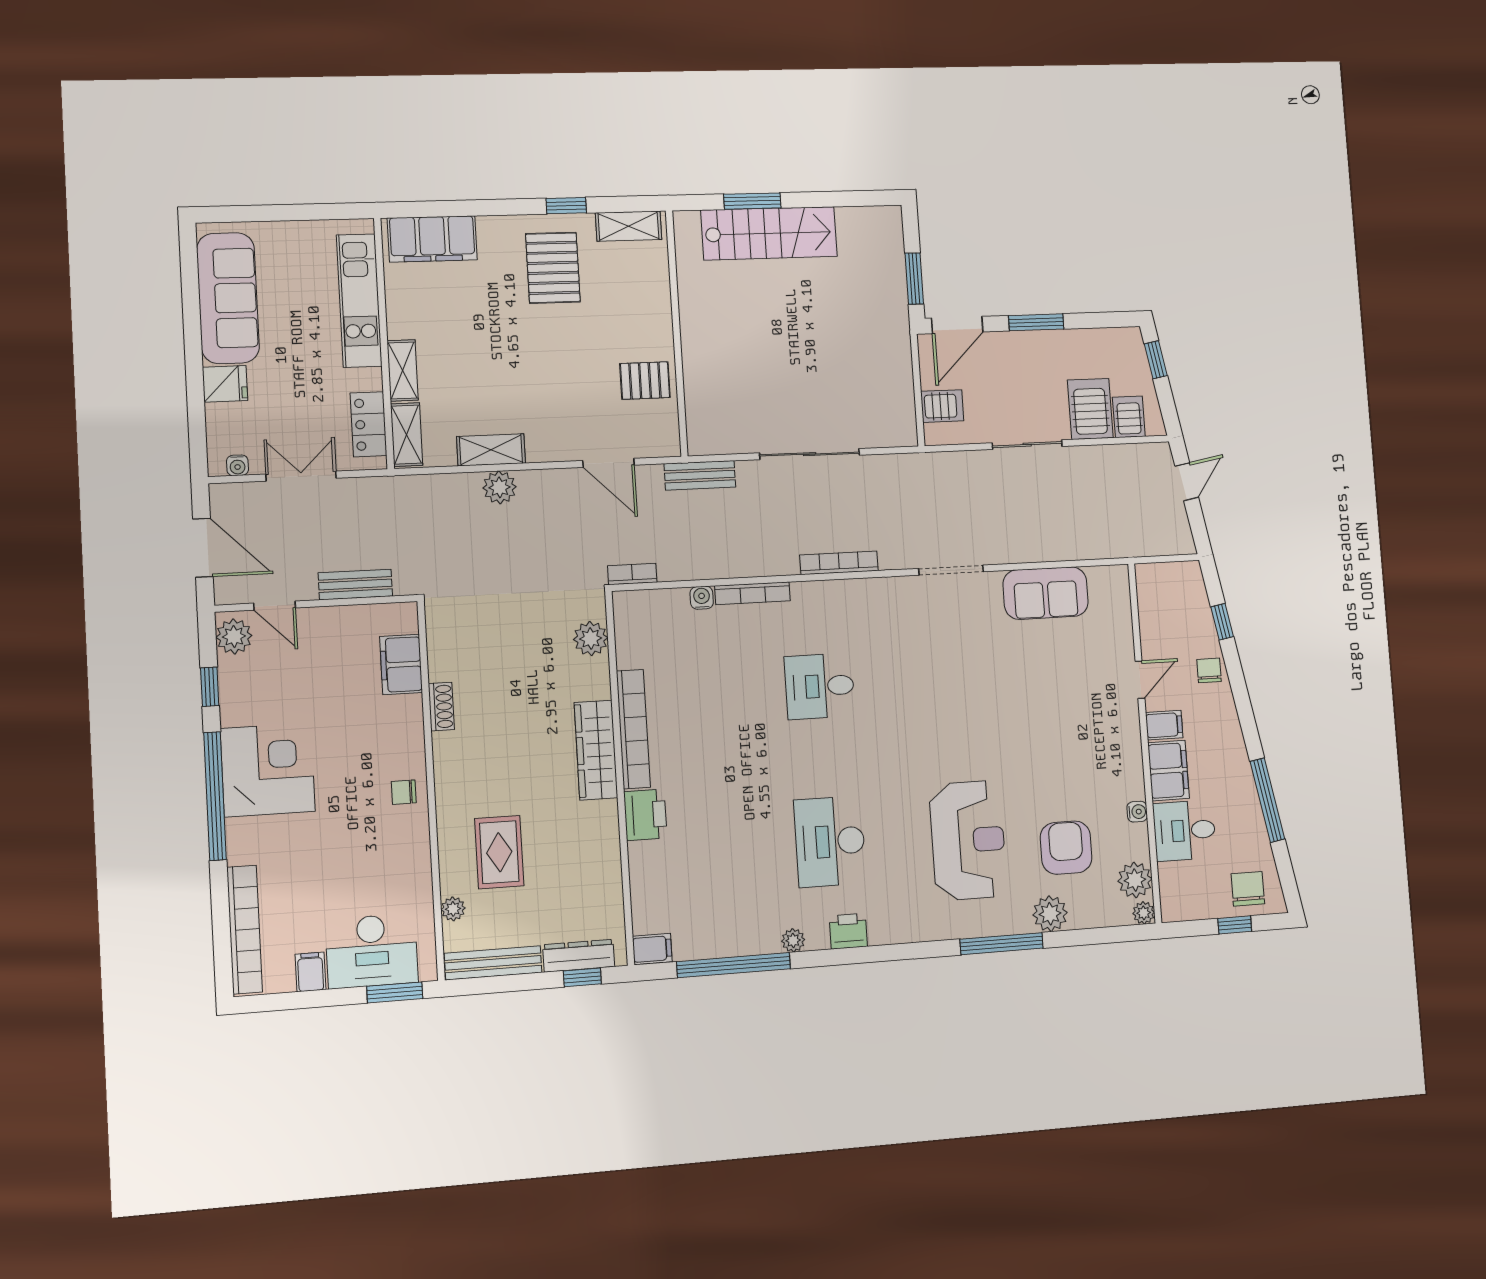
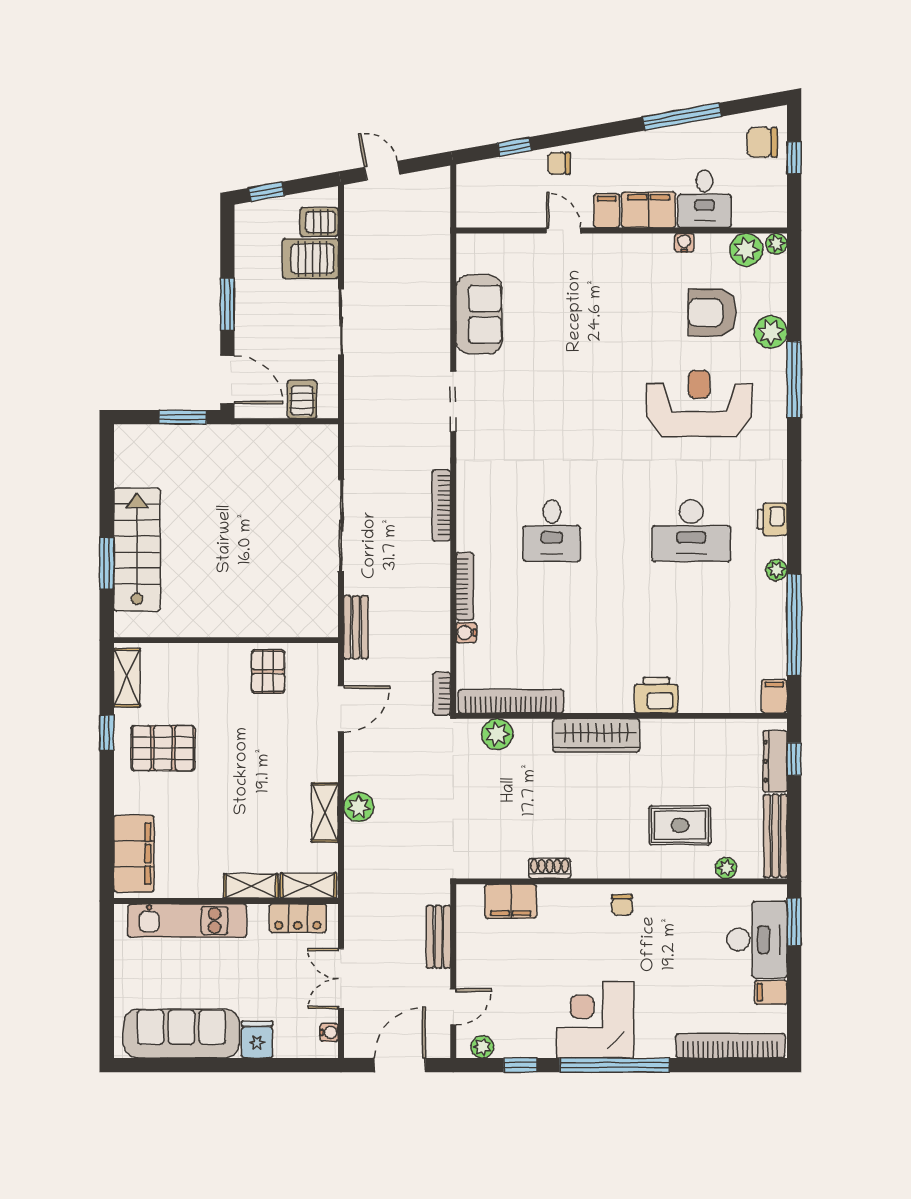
plant: (234, 636) -> (482, 1047), width x0.73, depth x0.73
bookcase: (633, 729) -> (511, 701), moved

